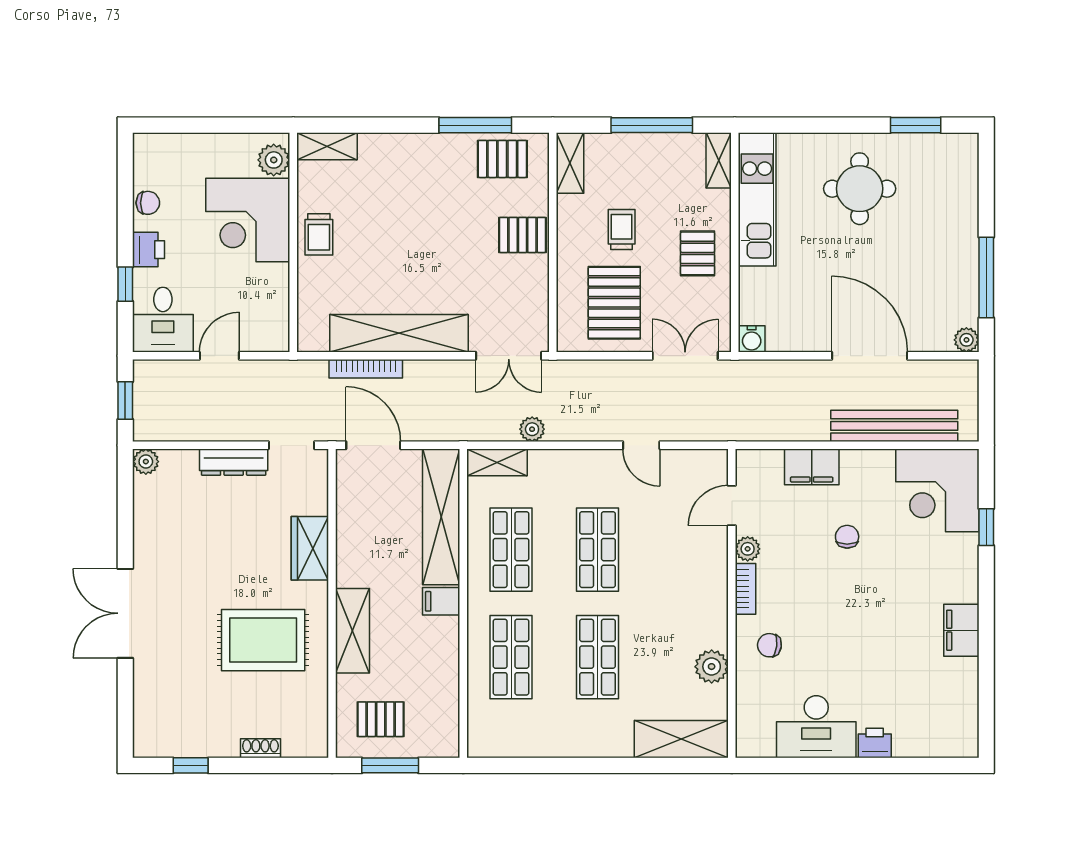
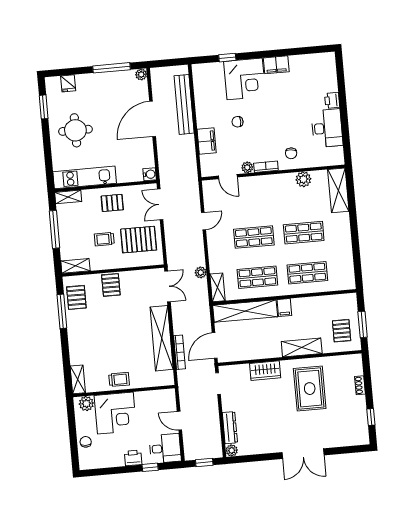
fridge: (961, 182) -> (68, 83), added
chair: (148, 203) -> (86, 442), moved
dresser: (234, 462) -> (230, 428), moved
corner desk: (937, 490) -> (245, 79), moved

